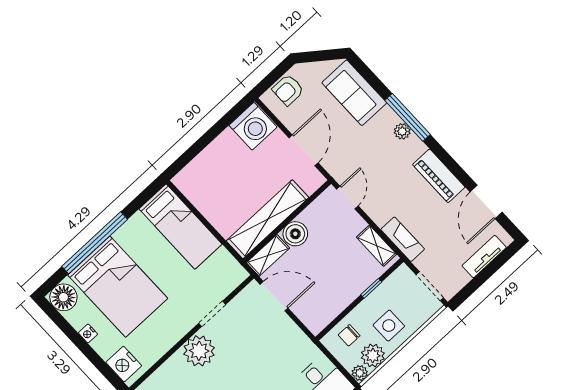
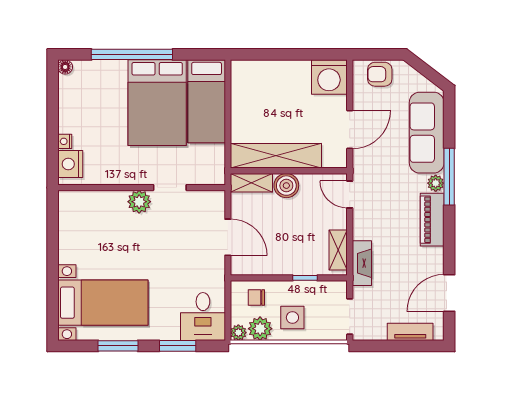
sofa: (354, 93) -> (427, 133), width x1.36
piano: (439, 176) -> (432, 220), moved
door: (347, 197) -> (350, 194), swing flipped
bed: (118, 287) -> (157, 103), moved
door: (274, 296) -> (228, 237), moved
floor lamp: (63, 297) -> (65, 67), width x0.53, depth x0.53
nightstand: (88, 334) -> (65, 141), moved
plant: (199, 351) -> (139, 202), width x0.73, depth x0.73

